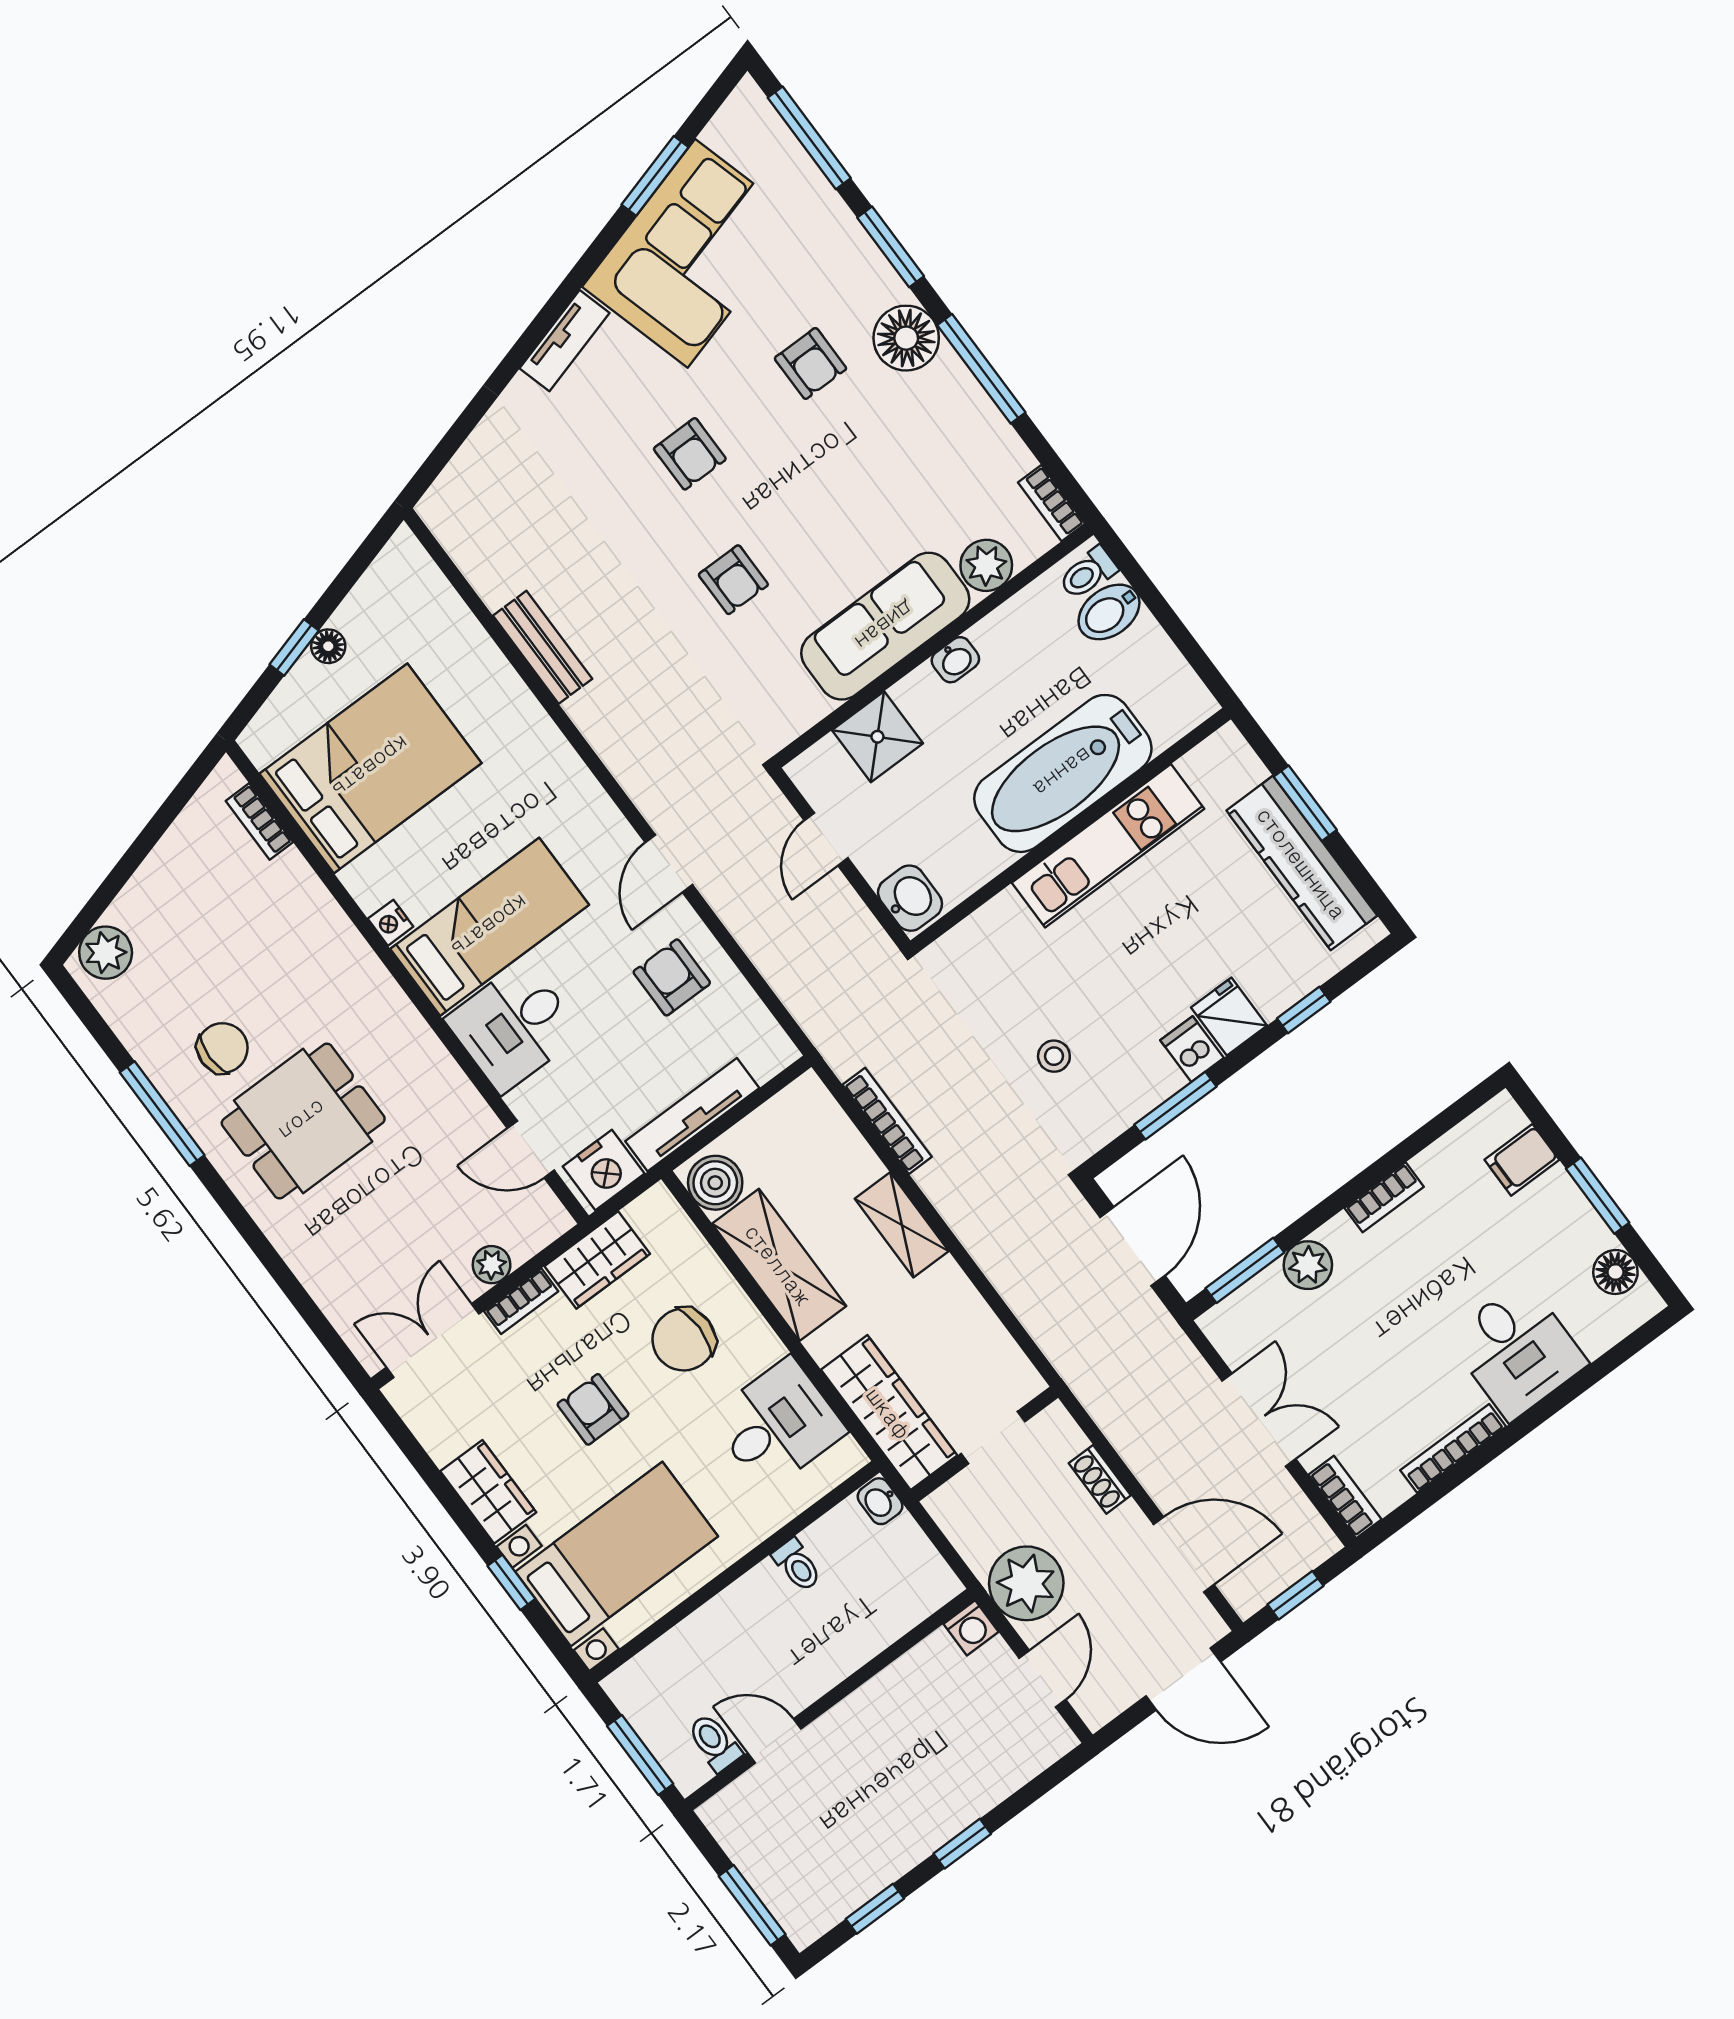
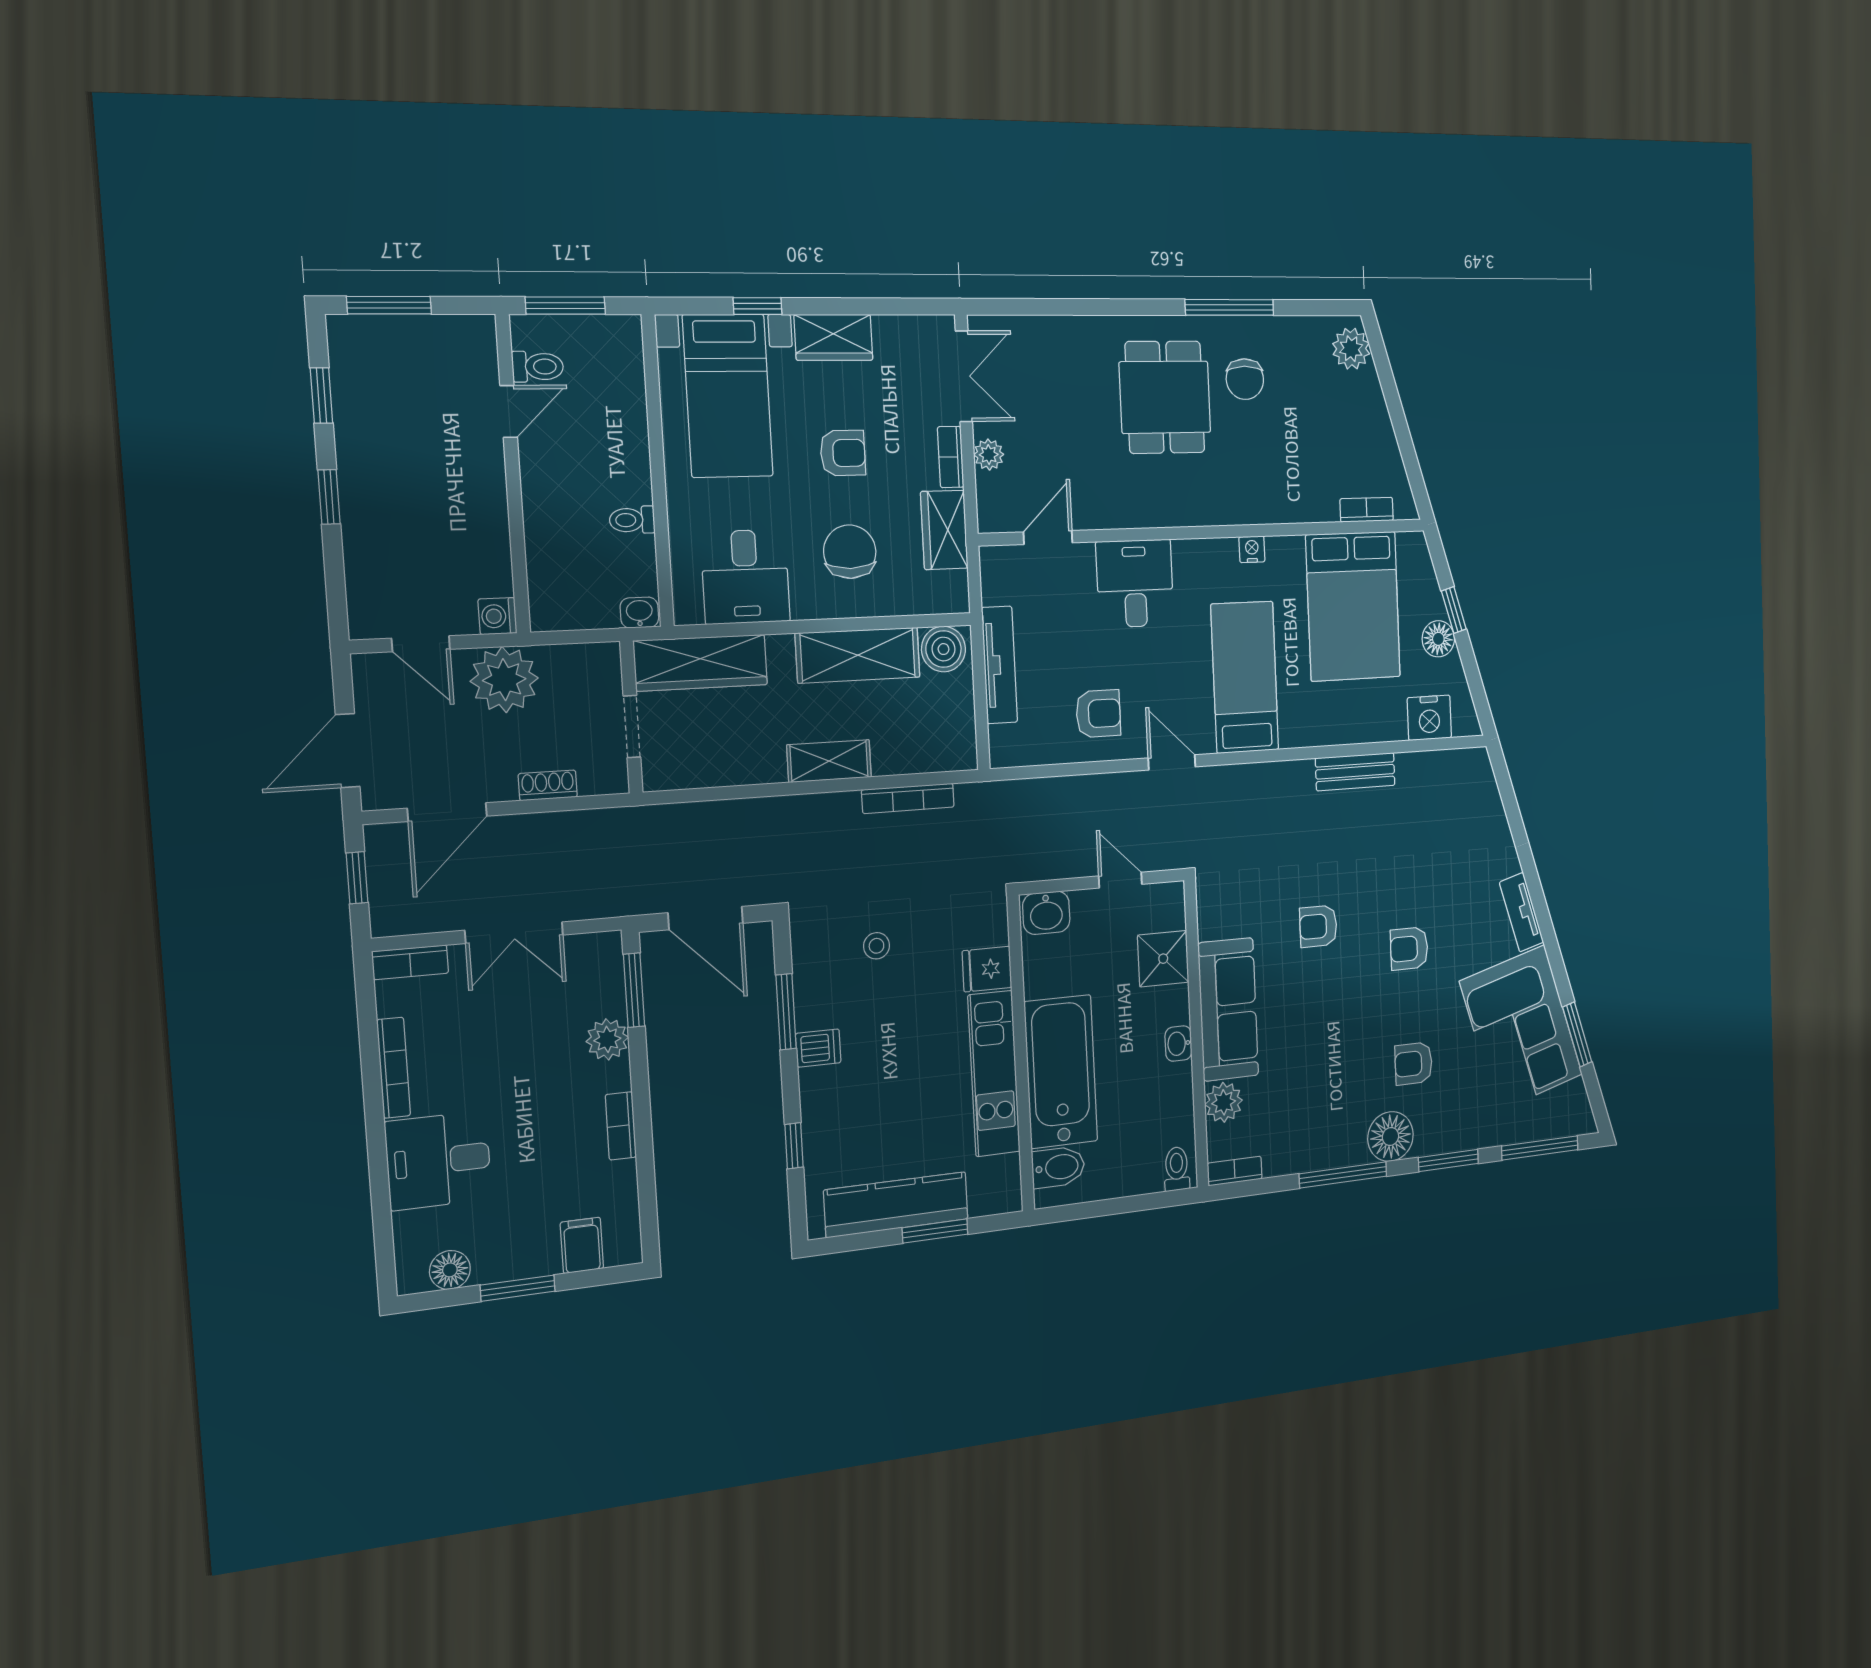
bidet: (1109, 612) -> (1058, 1167), moved, turned 90
floor lamp: (328, 646) -> (1438, 639), width x1.37, depth x1.37
bed: (490, 927) -> (1245, 677), moved, turned 180
fridge: (1229, 1017) -> (987, 969), moved, turned 180
nightstand: (604, 1170) -> (1429, 718), moved, turned -90

